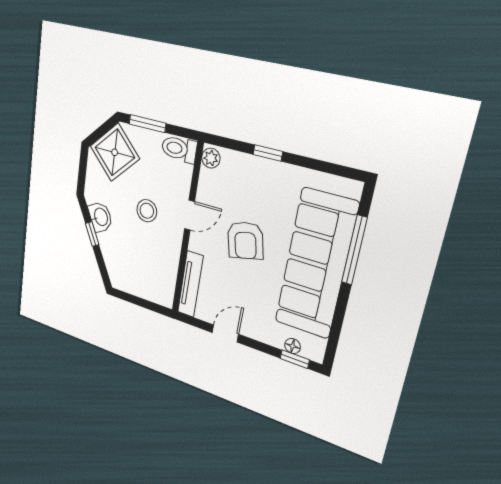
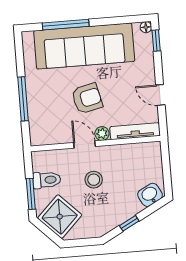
toilet: (179, 149) -> (47, 180), moved, turned -90
window: (268, 153) -> (23, 99), width x2.17
plant: (211, 158) -> (102, 134), moved
washbasin: (100, 217) -> (150, 195), moved
floor lamp: (293, 346) -> (146, 27), moved

